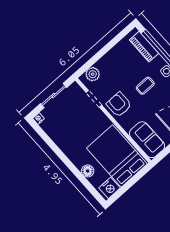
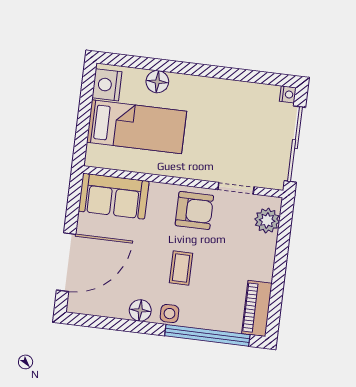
piano: (144, 47) -> (257, 308), moved, turned -90
sliding door: (54, 96) -> (295, 144), width x1.37
bed: (117, 156) -> (137, 127), width x0.67

